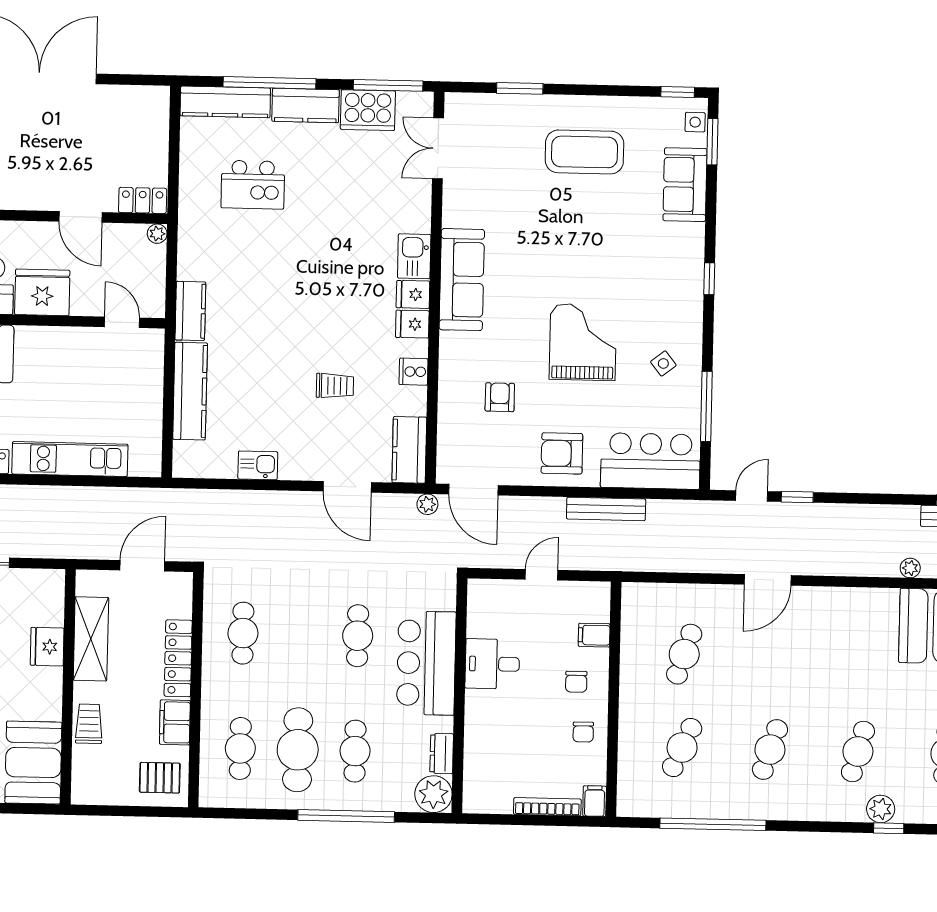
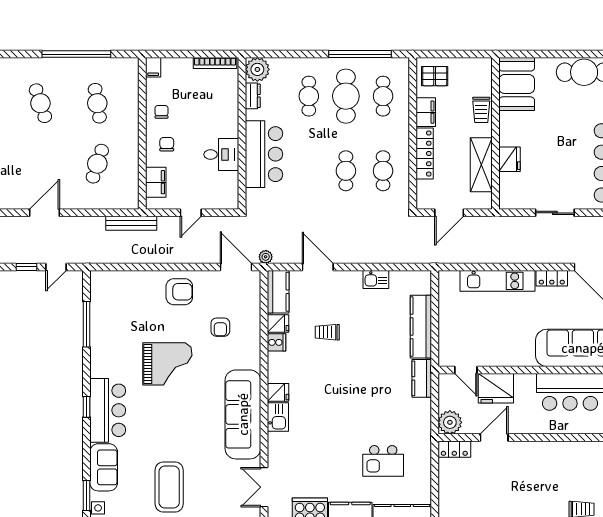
double door: (438, 148) -> (264, 487), swing flipped
coffee table: (584, 152) -> (169, 487), turned 90
kitchen island: (253, 185) -> (383, 461), turned 180
door: (81, 217) -> (494, 438), hinge flipped
plant: (157, 234) -> (450, 422), width x1.88, depth x1.88
sofa: (462, 280) -> (243, 414), width x1.36, depth x1.27
fridge: (42, 292) -> (496, 388), moved
fridge: (412, 324) -> (278, 323), moved
grand piano: (583, 342) -> (167, 364), turned -90
side table: (663, 363) -> (115, 351), removed
bar counter: (651, 461) -> (108, 410), moved, turned -90
bench: (606, 509) -> (131, 223), moved
filing cabinet: (594, 635) -> (156, 182), width x2.00
cafe table: (358, 636) -> (346, 171), moved
cafe table: (682, 748) -> (97, 103), turned -33
cafe table: (770, 750) -> (40, 103), turned -36
bookcase: (547, 807) -> (215, 63), moved
window: (346, 816) -> (360, 54), moved

